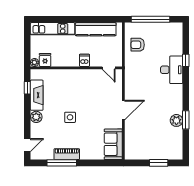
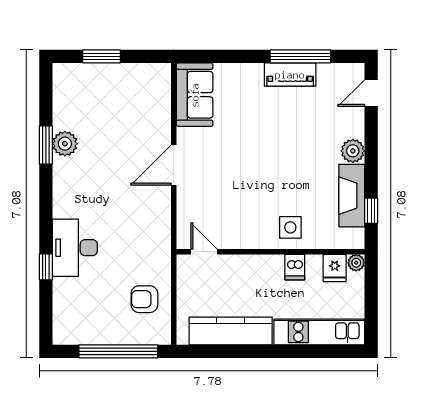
armchair: (138, 45) -> (144, 299), turned 180
dishwasher: (84, 60) -> (295, 267), moved
side table: (70, 117) -> (290, 227), moved

